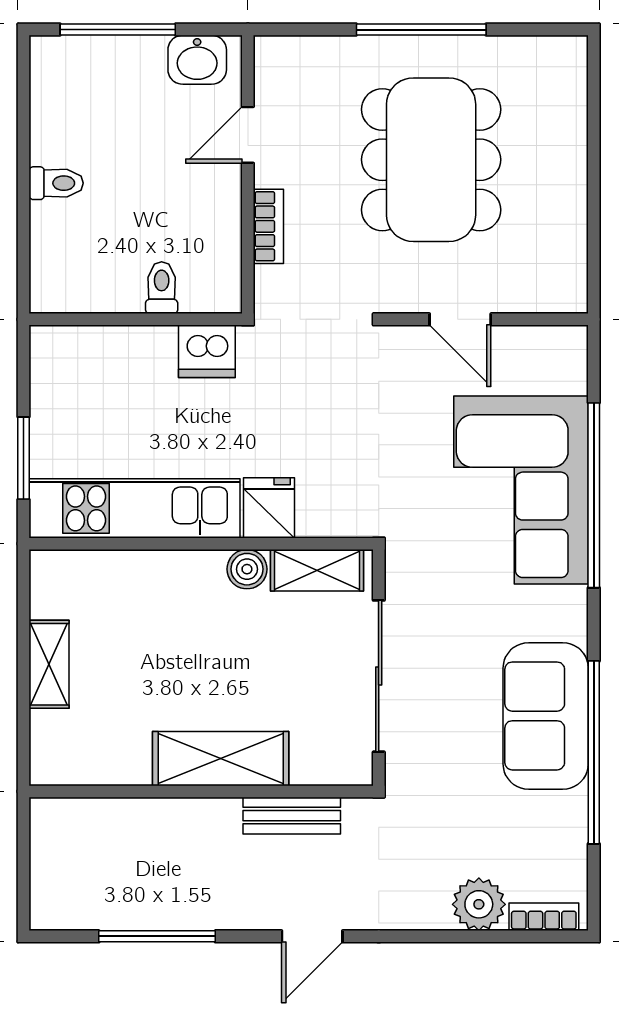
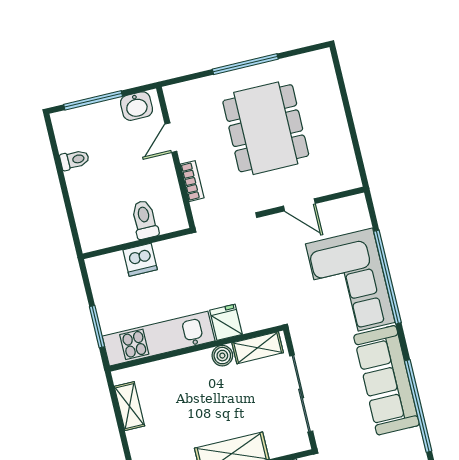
toilet: (56, 183) -> (75, 160), moved
toilet: (162, 288) -> (145, 220), width x1.37, depth x1.39
dishwasher: (207, 351) -> (140, 260), moved
shelving: (49, 664) -> (129, 406), moved
sofa: (546, 716) -> (387, 380), width x1.36

